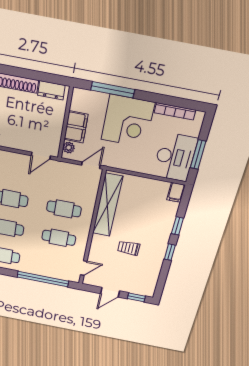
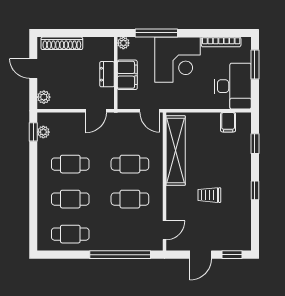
dresser: (51, 90) -> (107, 74), moved, turned 90
plant: (69, 148) -> (123, 43), moved
window: (198, 155) -> (255, 65), moved
door: (91, 165) -> (150, 111), swing flipped
filing cabinet: (176, 192) -> (228, 122), moved
window: (177, 226) -> (255, 144), moved

